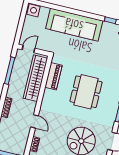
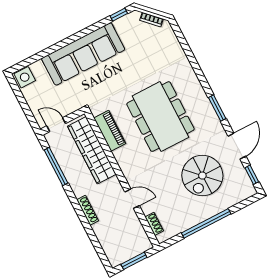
door: (28, 49) -> (56, 125), hinge flipped
dining table: (86, 92) -> (160, 117), width x1.36, depth x1.24

